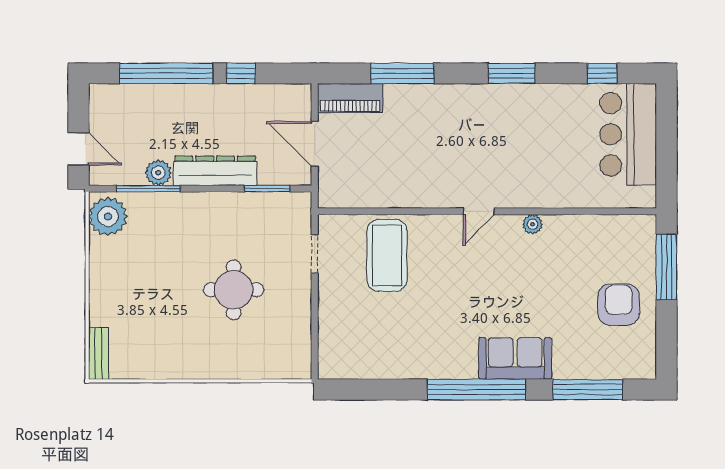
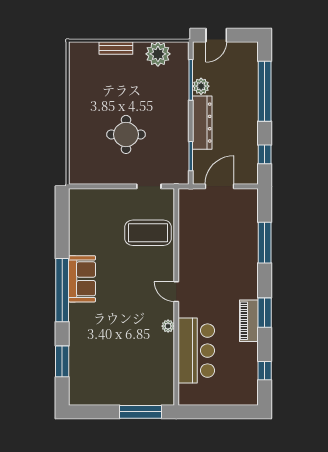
window: (241, 73) -> (265, 154), moved
piano: (350, 98) -> (249, 321), moved
bar counter: (628, 134) -> (196, 351), moved, turned 90
plant: (108, 217) -> (158, 54), moved
armchair: (619, 305) -> (116, 381), removed
bench: (99, 353) -> (116, 48), moved
sofa: (515, 358) -> (82, 279), moved
window: (588, 390) -> (62, 361), width x0.69

